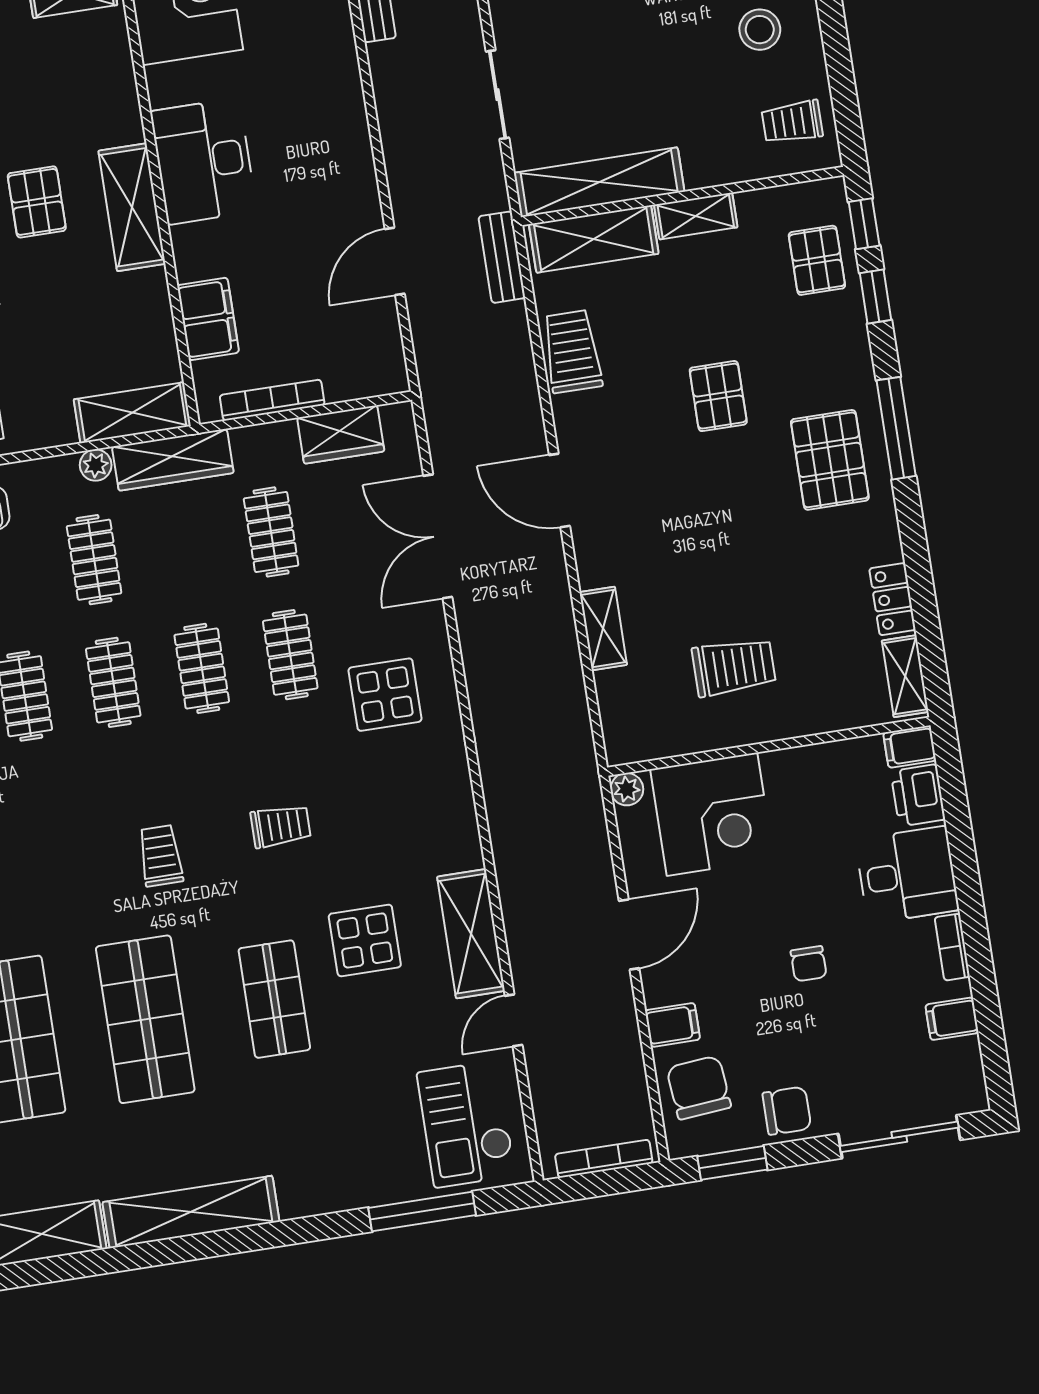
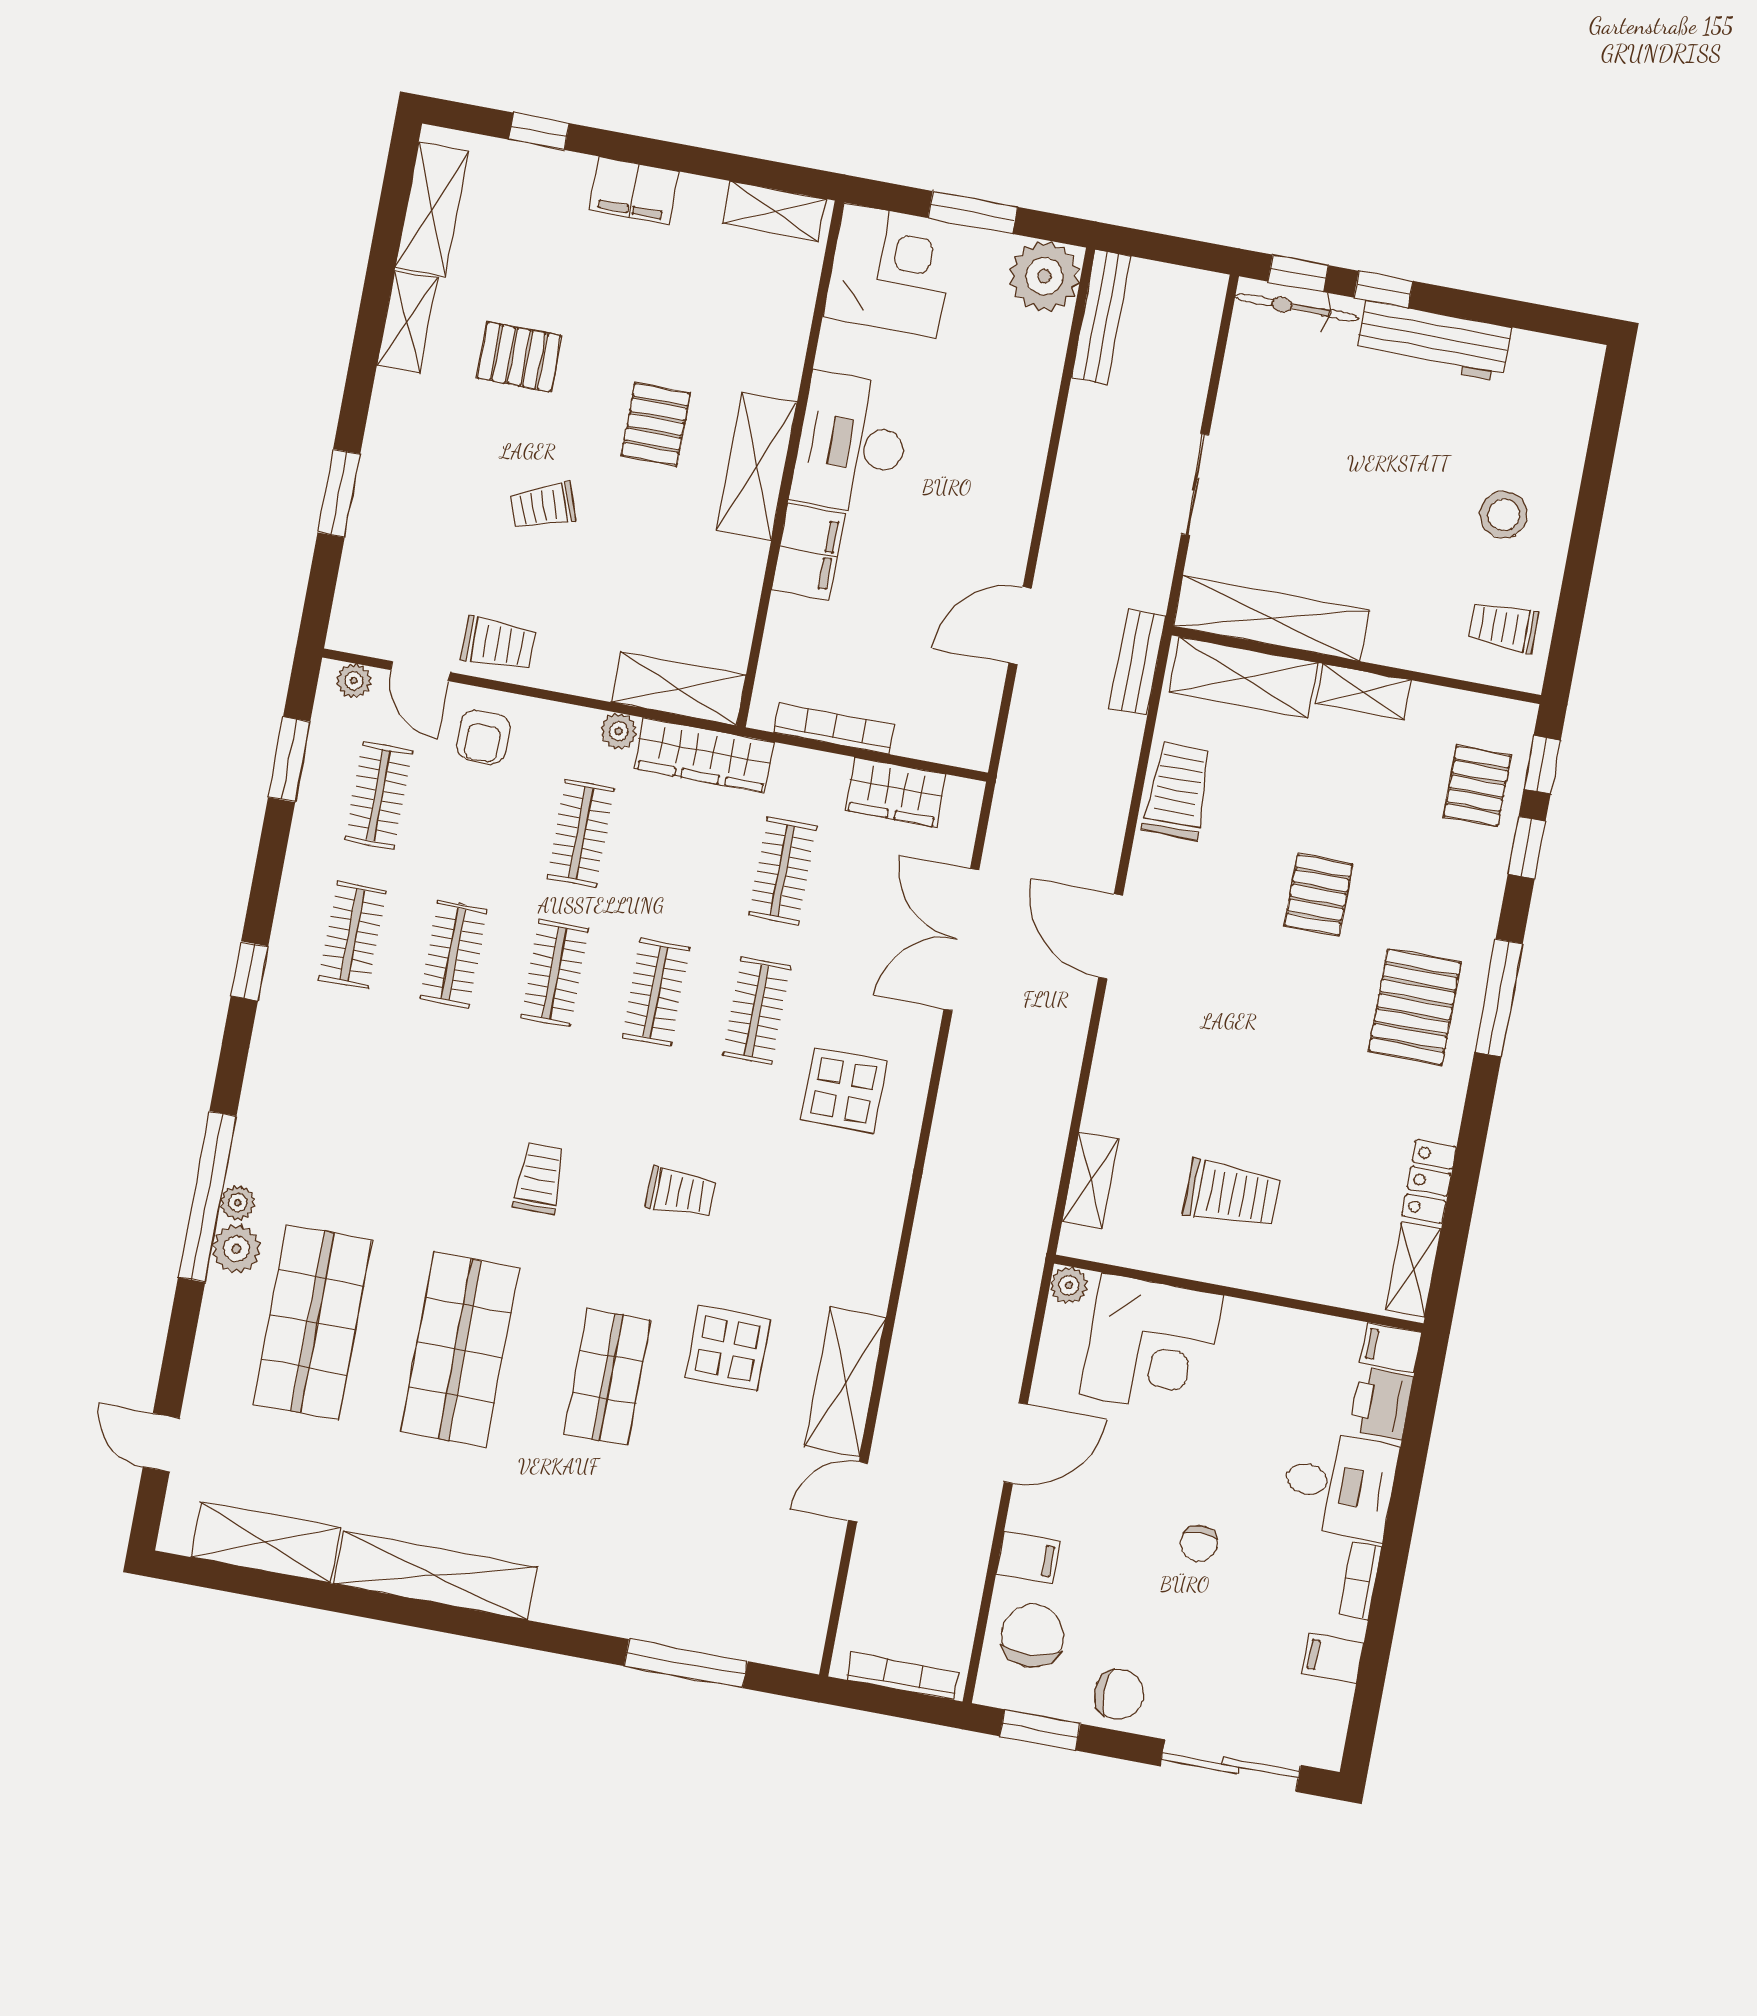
filing cabinet: (208, 319) -> (808, 552), moved
shelving: (603, 628) -> (1090, 1180), moved
checkout: (466, 1124) -> (767, 1586), removed

